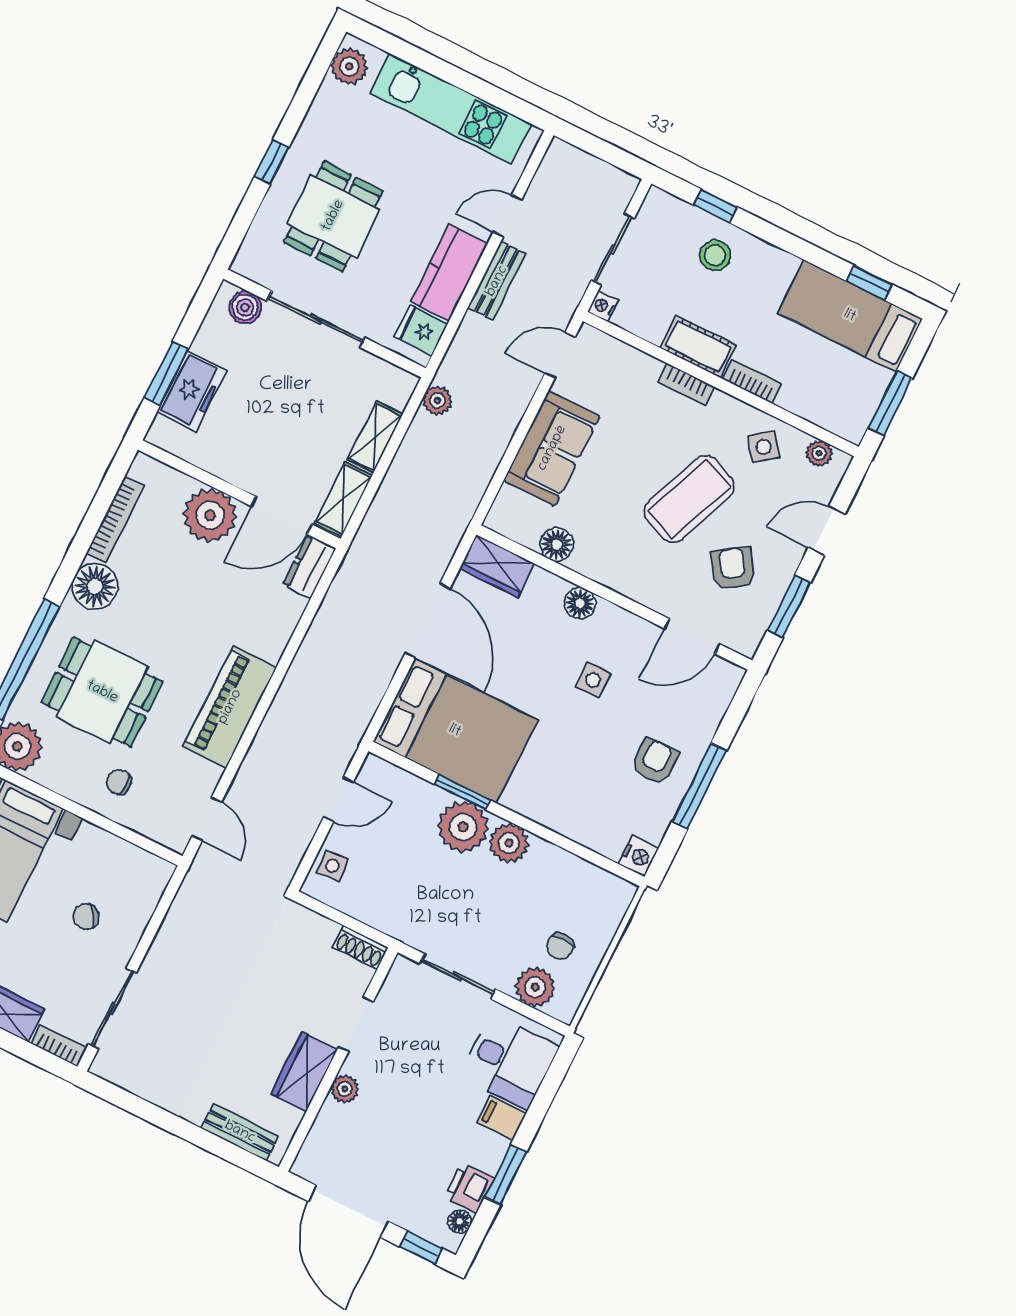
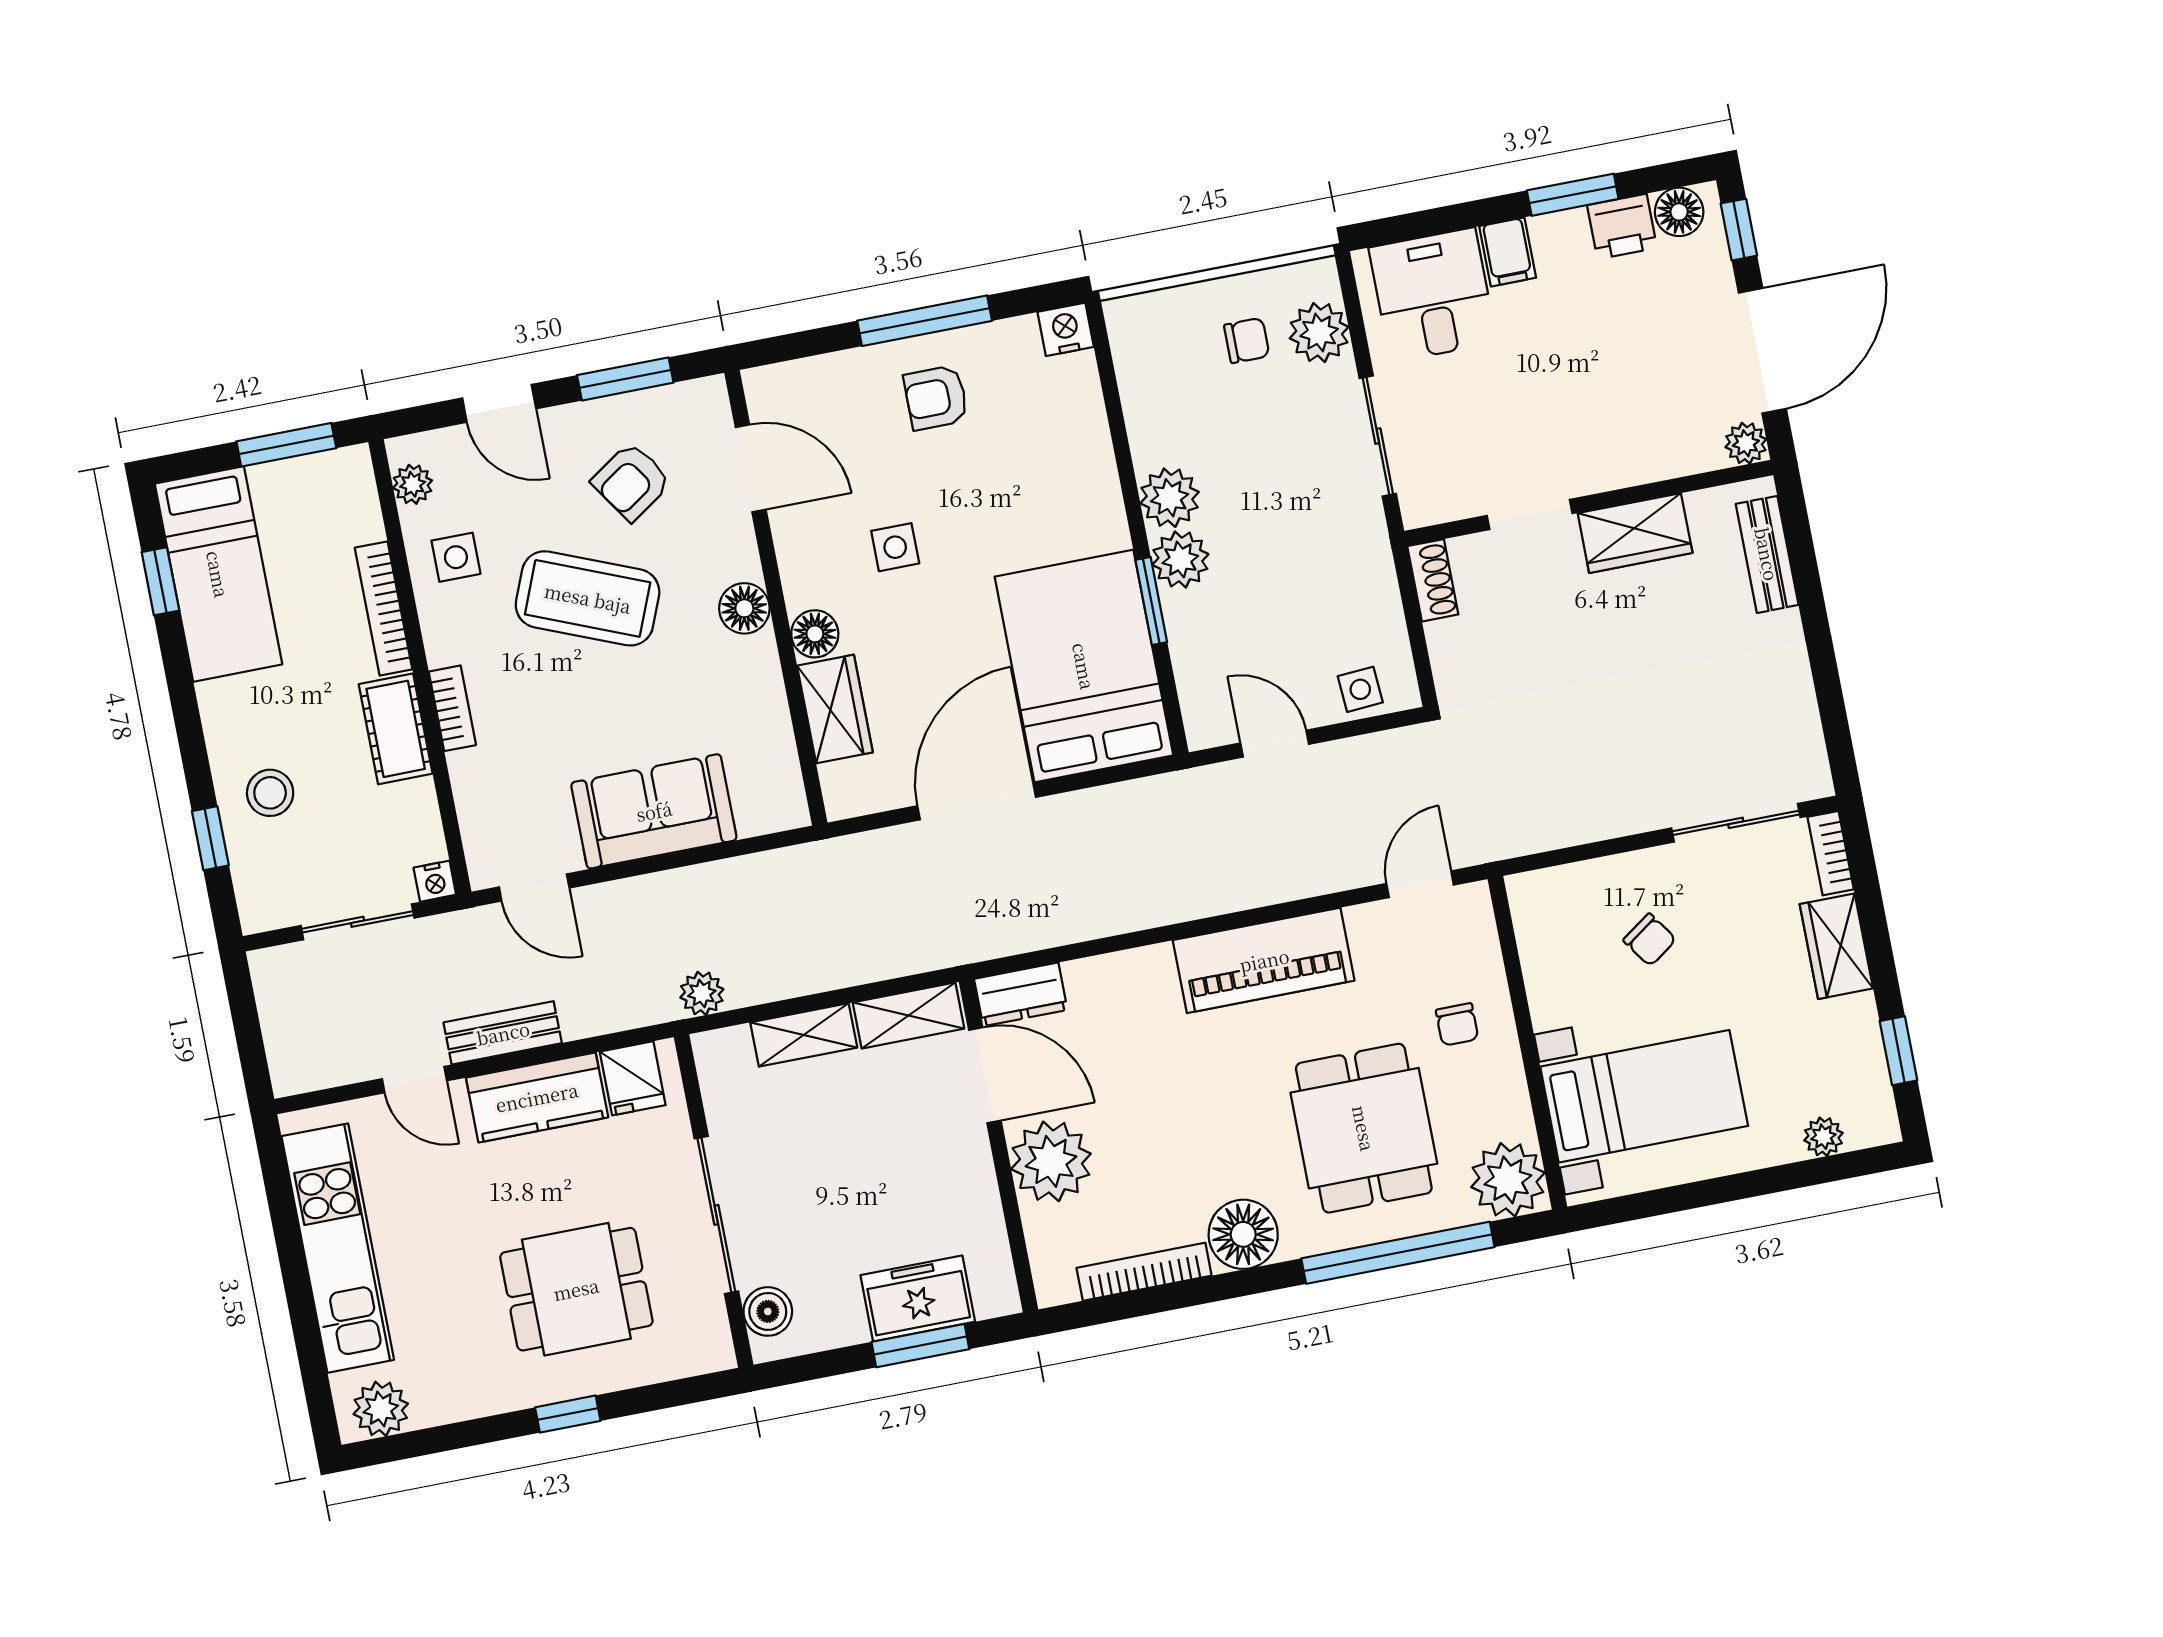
bookcase: (752, 381) -> (384, 609), width x1.56
side table: (764, 447) -> (456, 557), turned 36
floor lamp: (557, 545) -> (744, 608), moved
wardrobe: (497, 566) -> (835, 709), moved
plant: (463, 827) -> (1180, 560), width x0.73, depth x0.73
plant: (345, 1089) -> (1746, 443), moved
floor lamp: (460, 1221) -> (1679, 212), width x1.37, depth x1.37

